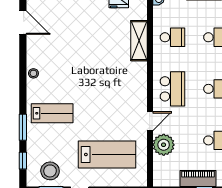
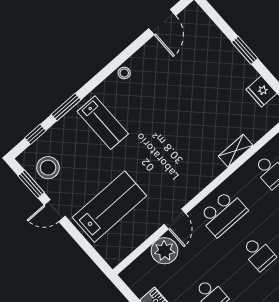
shelving: (139, 41) -> (236, 151), width x0.67, depth x0.75
door: (150, 121) -> (175, 219), hinge flipped
lab bench: (107, 155) -> (109, 207), turned -90

